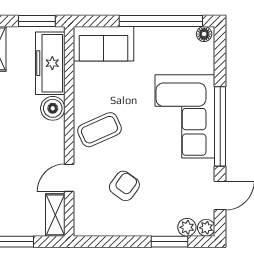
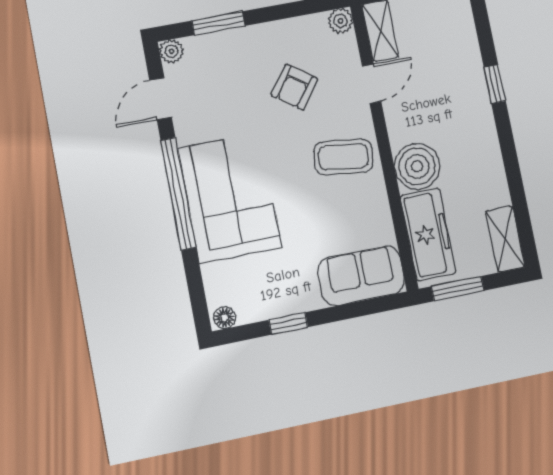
window: (161, 21) -> (288, 323), width x0.32
boiler: (53, 108) -> (417, 166), width x1.37, depth x1.37
coffee table: (99, 130) -> (343, 157), turned 31
plant: (187, 227) -> (341, 21), moved

